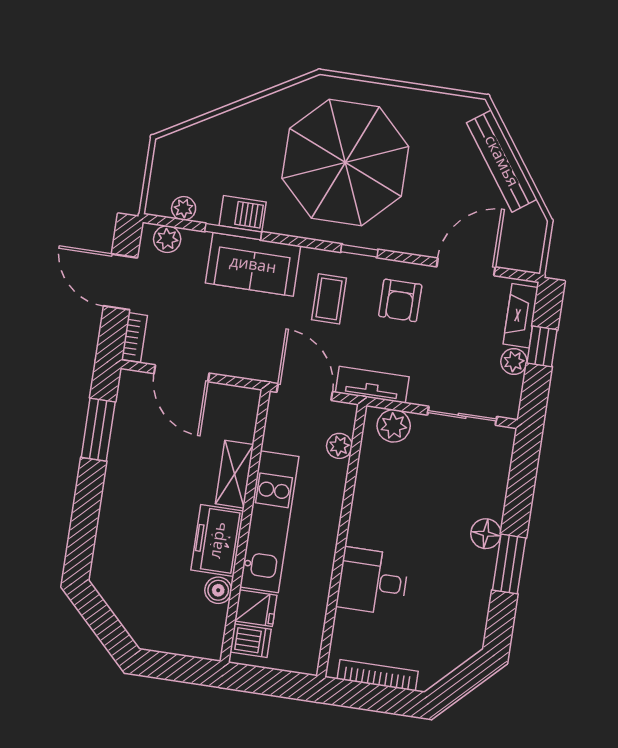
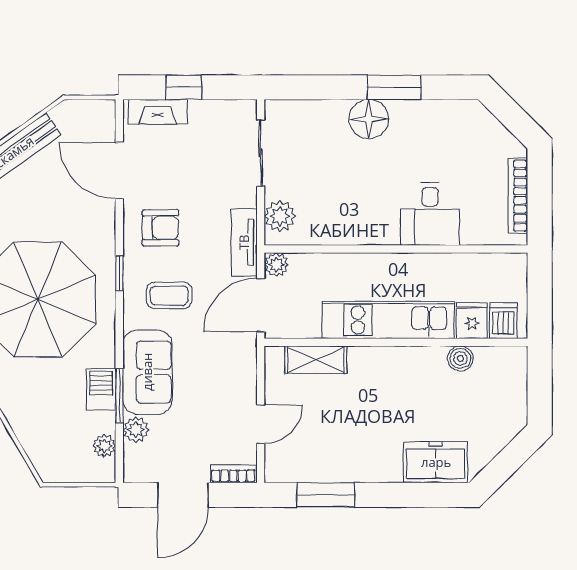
plant: (167, 239) -> (136, 430), moved
plant: (514, 362) -> (202, 112), removed
door: (182, 373) -> (261, 424), width x0.73
plant: (339, 446) -> (276, 265), moved
shelving: (234, 474) -> (316, 360), moved
floor lamp: (486, 534) -> (369, 119), width x1.38, depth x1.38
freezer: (217, 540) -> (436, 462), moved, turned 180

